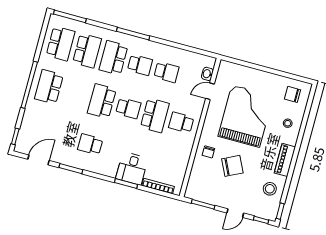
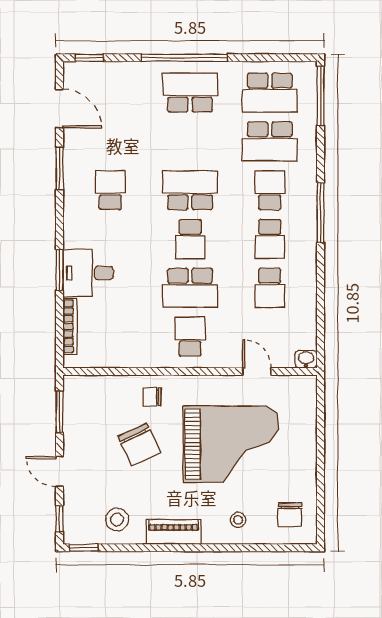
school desk: (113, 58) -> (270, 190), width x0.54
washbasin: (207, 74) -> (306, 359), moved
chair: (293, 94) -> (290, 515), turned 180

